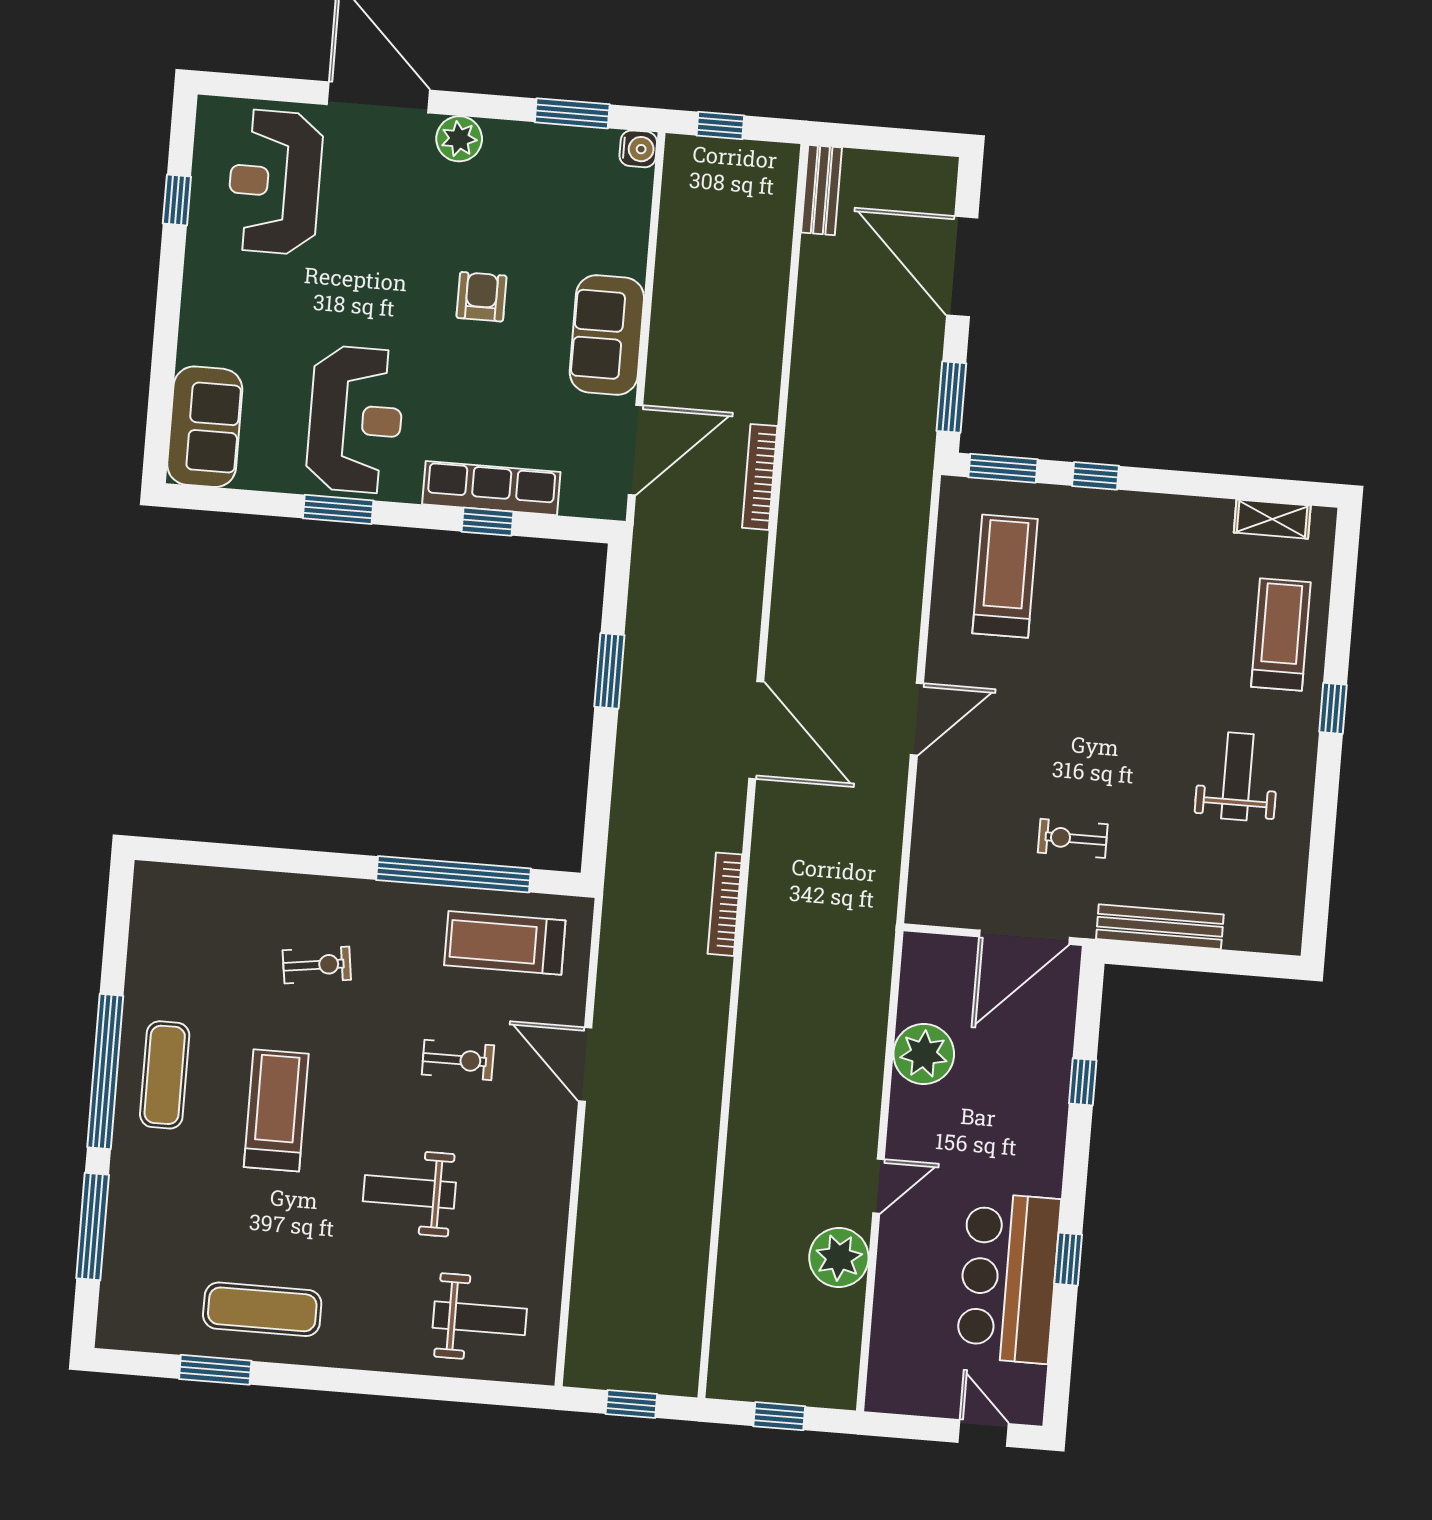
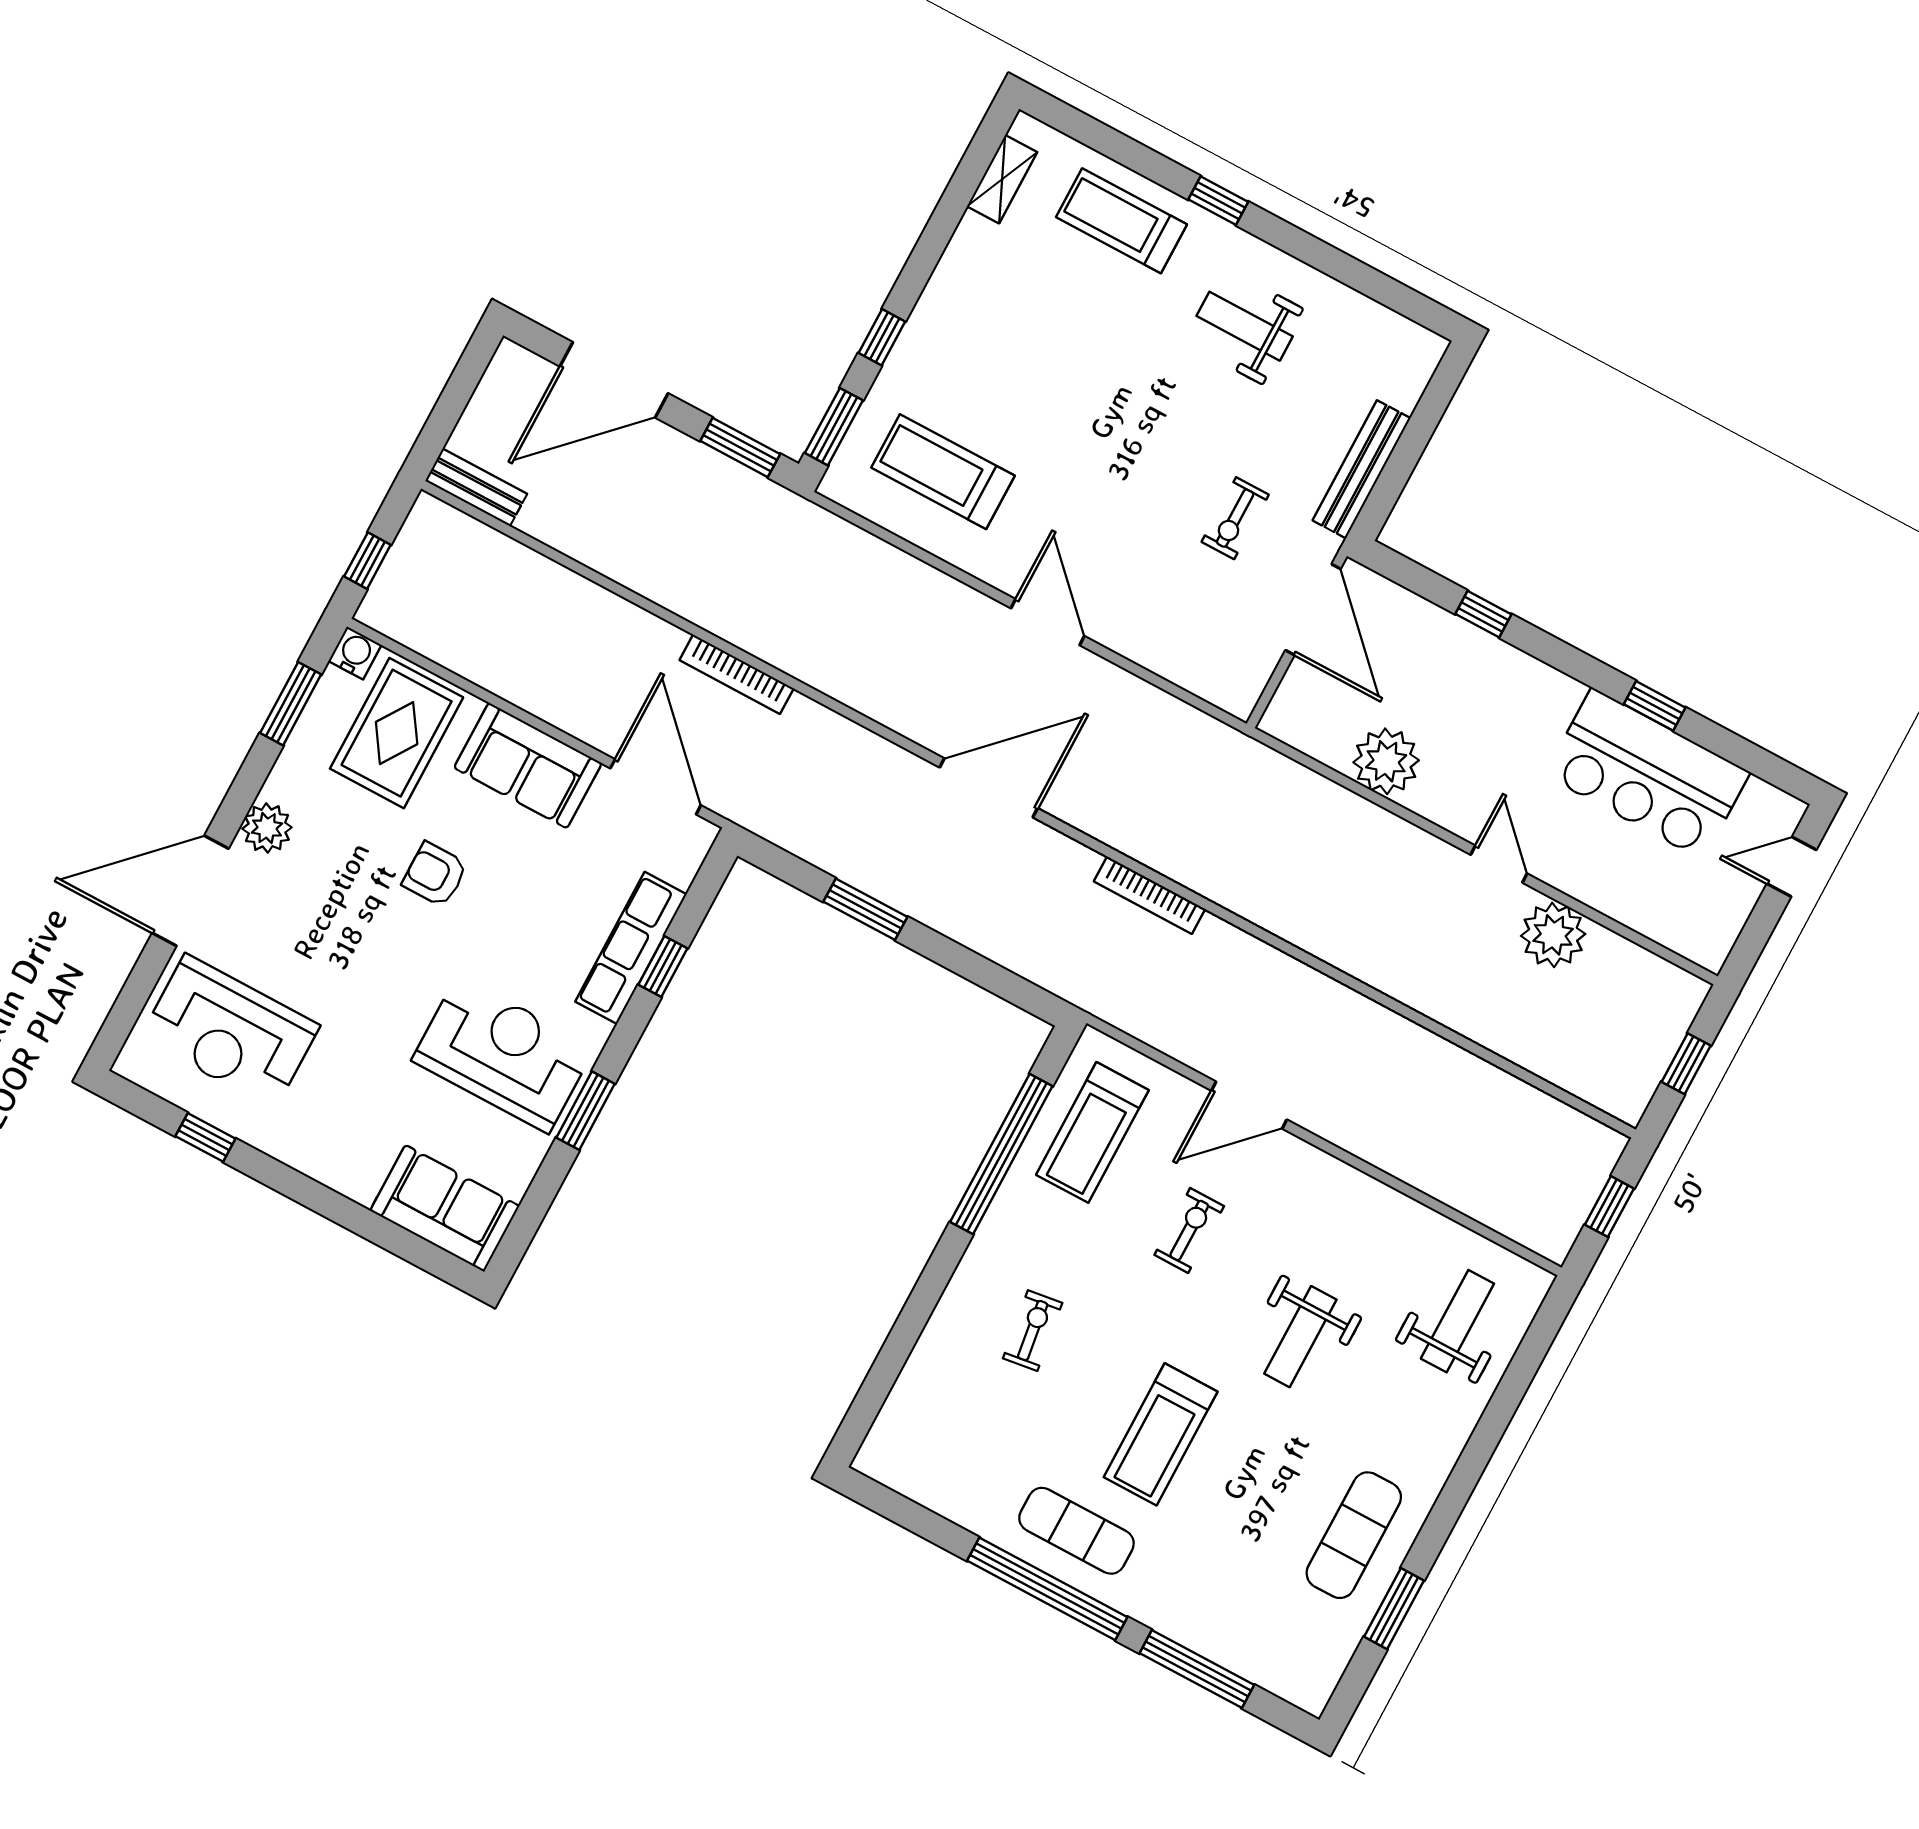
rug: (586, 213) -> (397, 733), added
treadmill: (276, 1110) -> (1161, 1434), turned -90

